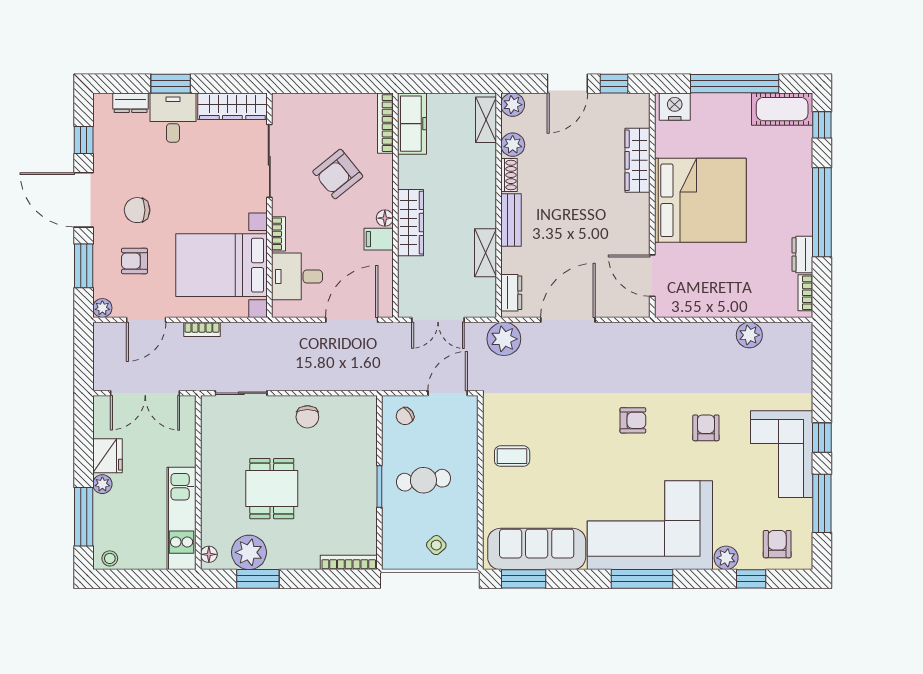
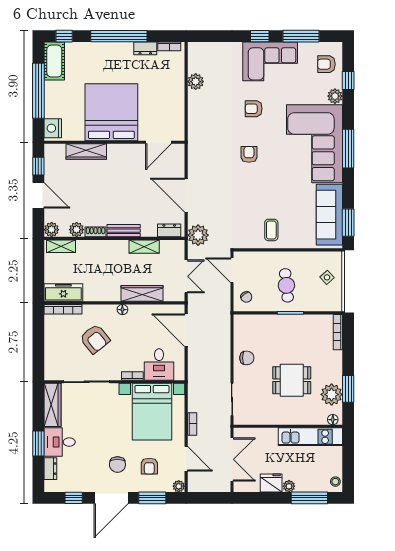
wardrobe: (411, 223) -> (142, 293), moved
filing cabinet: (379, 239) -> (136, 313), removed

